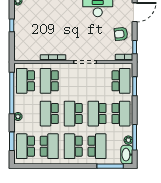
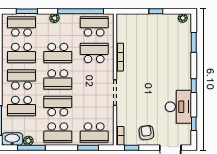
school desk: (49, 114) -> (58, 53), turned 180
school desk: (73, 114) -> (58, 79), turned 180

